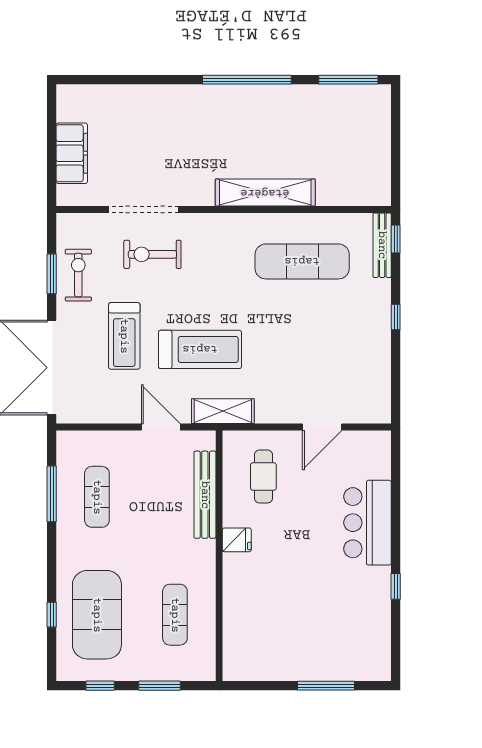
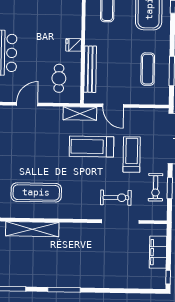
window: (247, 80) -> (64, 290), width x0.68
window: (52, 107) -> (168, 277), added
shelving: (265, 193) -> (32, 229), moved

